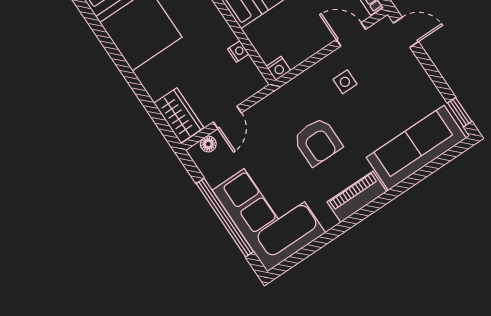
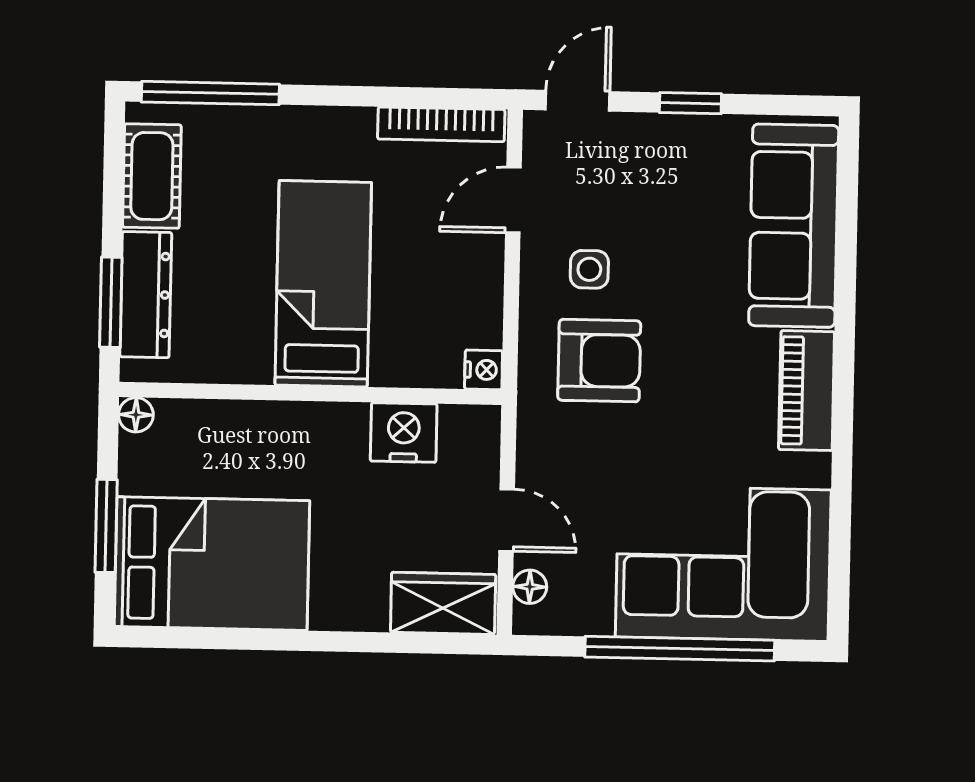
nightstand: (238, 51) -> (404, 432), width x1.89, depth x1.79
window: (460, 112) -> (690, 103), moved
armchair: (318, 142) -> (599, 361), moved

